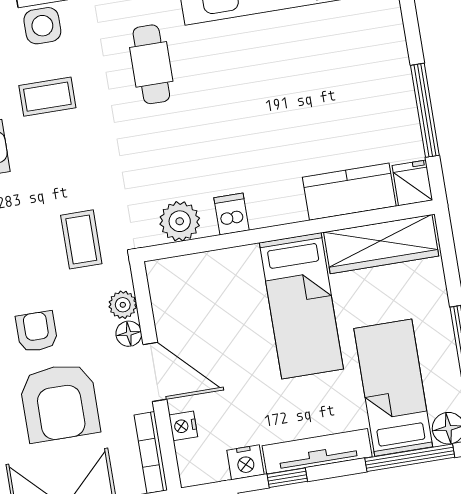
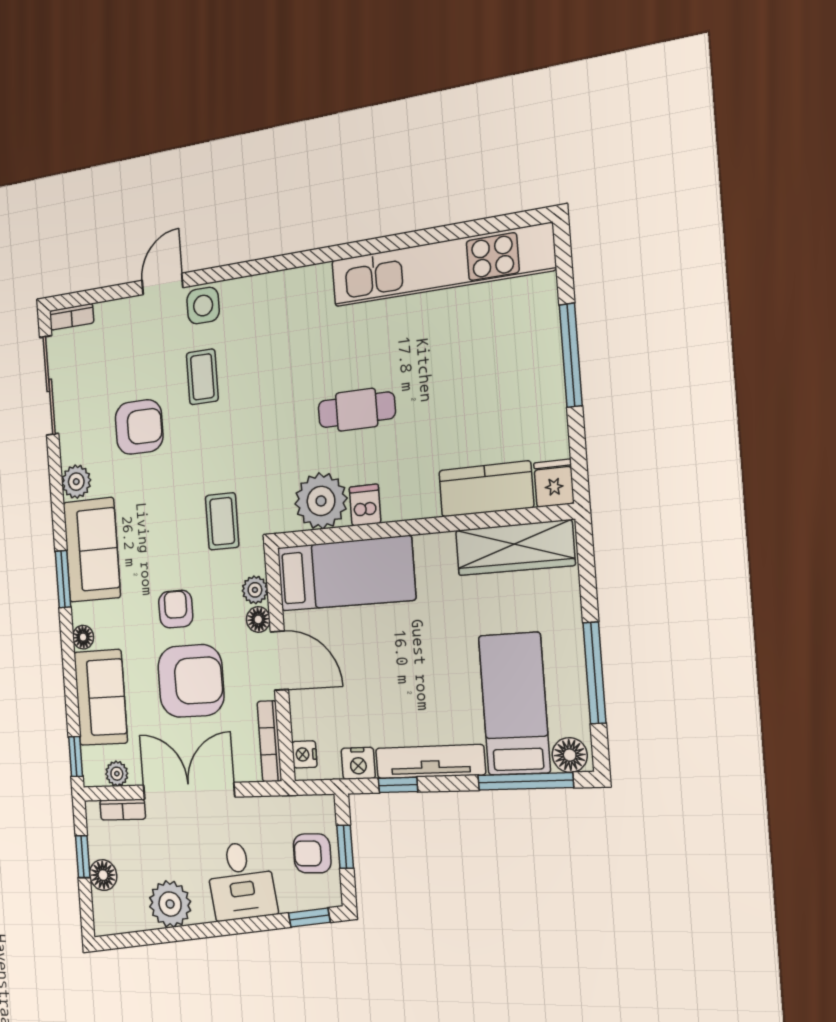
cafe table: (151, 64) -> (357, 410), moved, turned 90
coffee table: (47, 97) -> (202, 377), turned 90
window: (425, 110) -> (571, 355), moved
plant: (180, 221) -> (321, 501), width x1.36, depth x1.36
bed: (301, 306) -> (346, 574), moved, turned -90
armchair: (60, 402) -> (191, 681), turned -90
nightstand: (183, 426) -> (304, 754), moved

